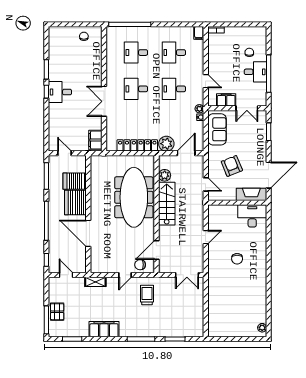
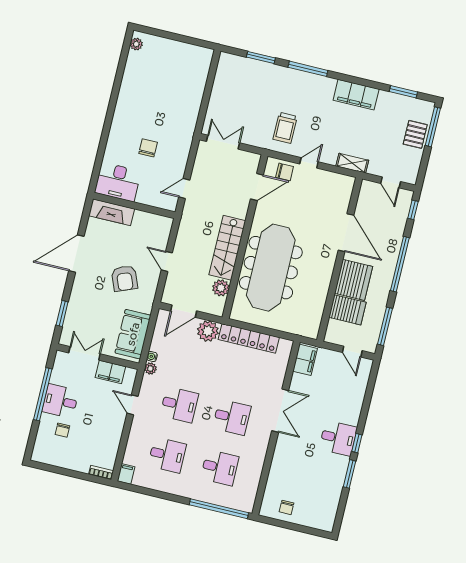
fireplace: (251, 194) -> (112, 212), moved
wall: (237, 203) -> (134, 205), moved
desk: (252, 216) -> (118, 182), moved

